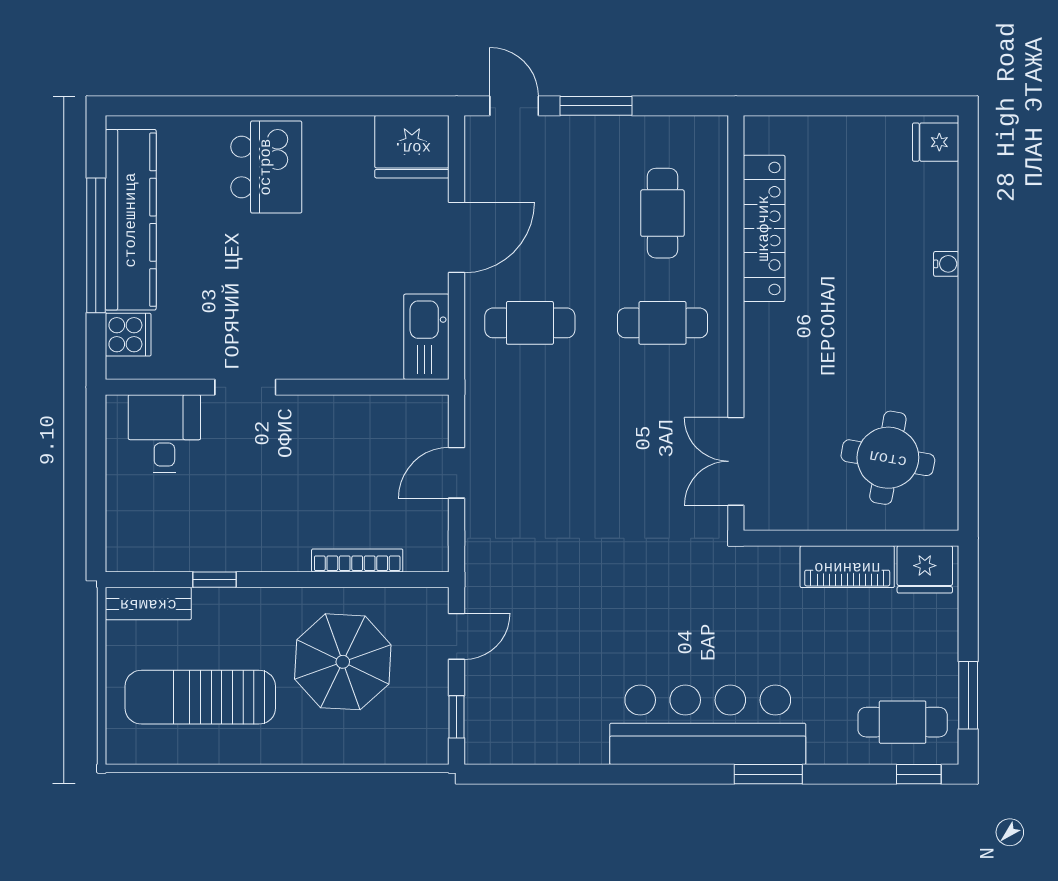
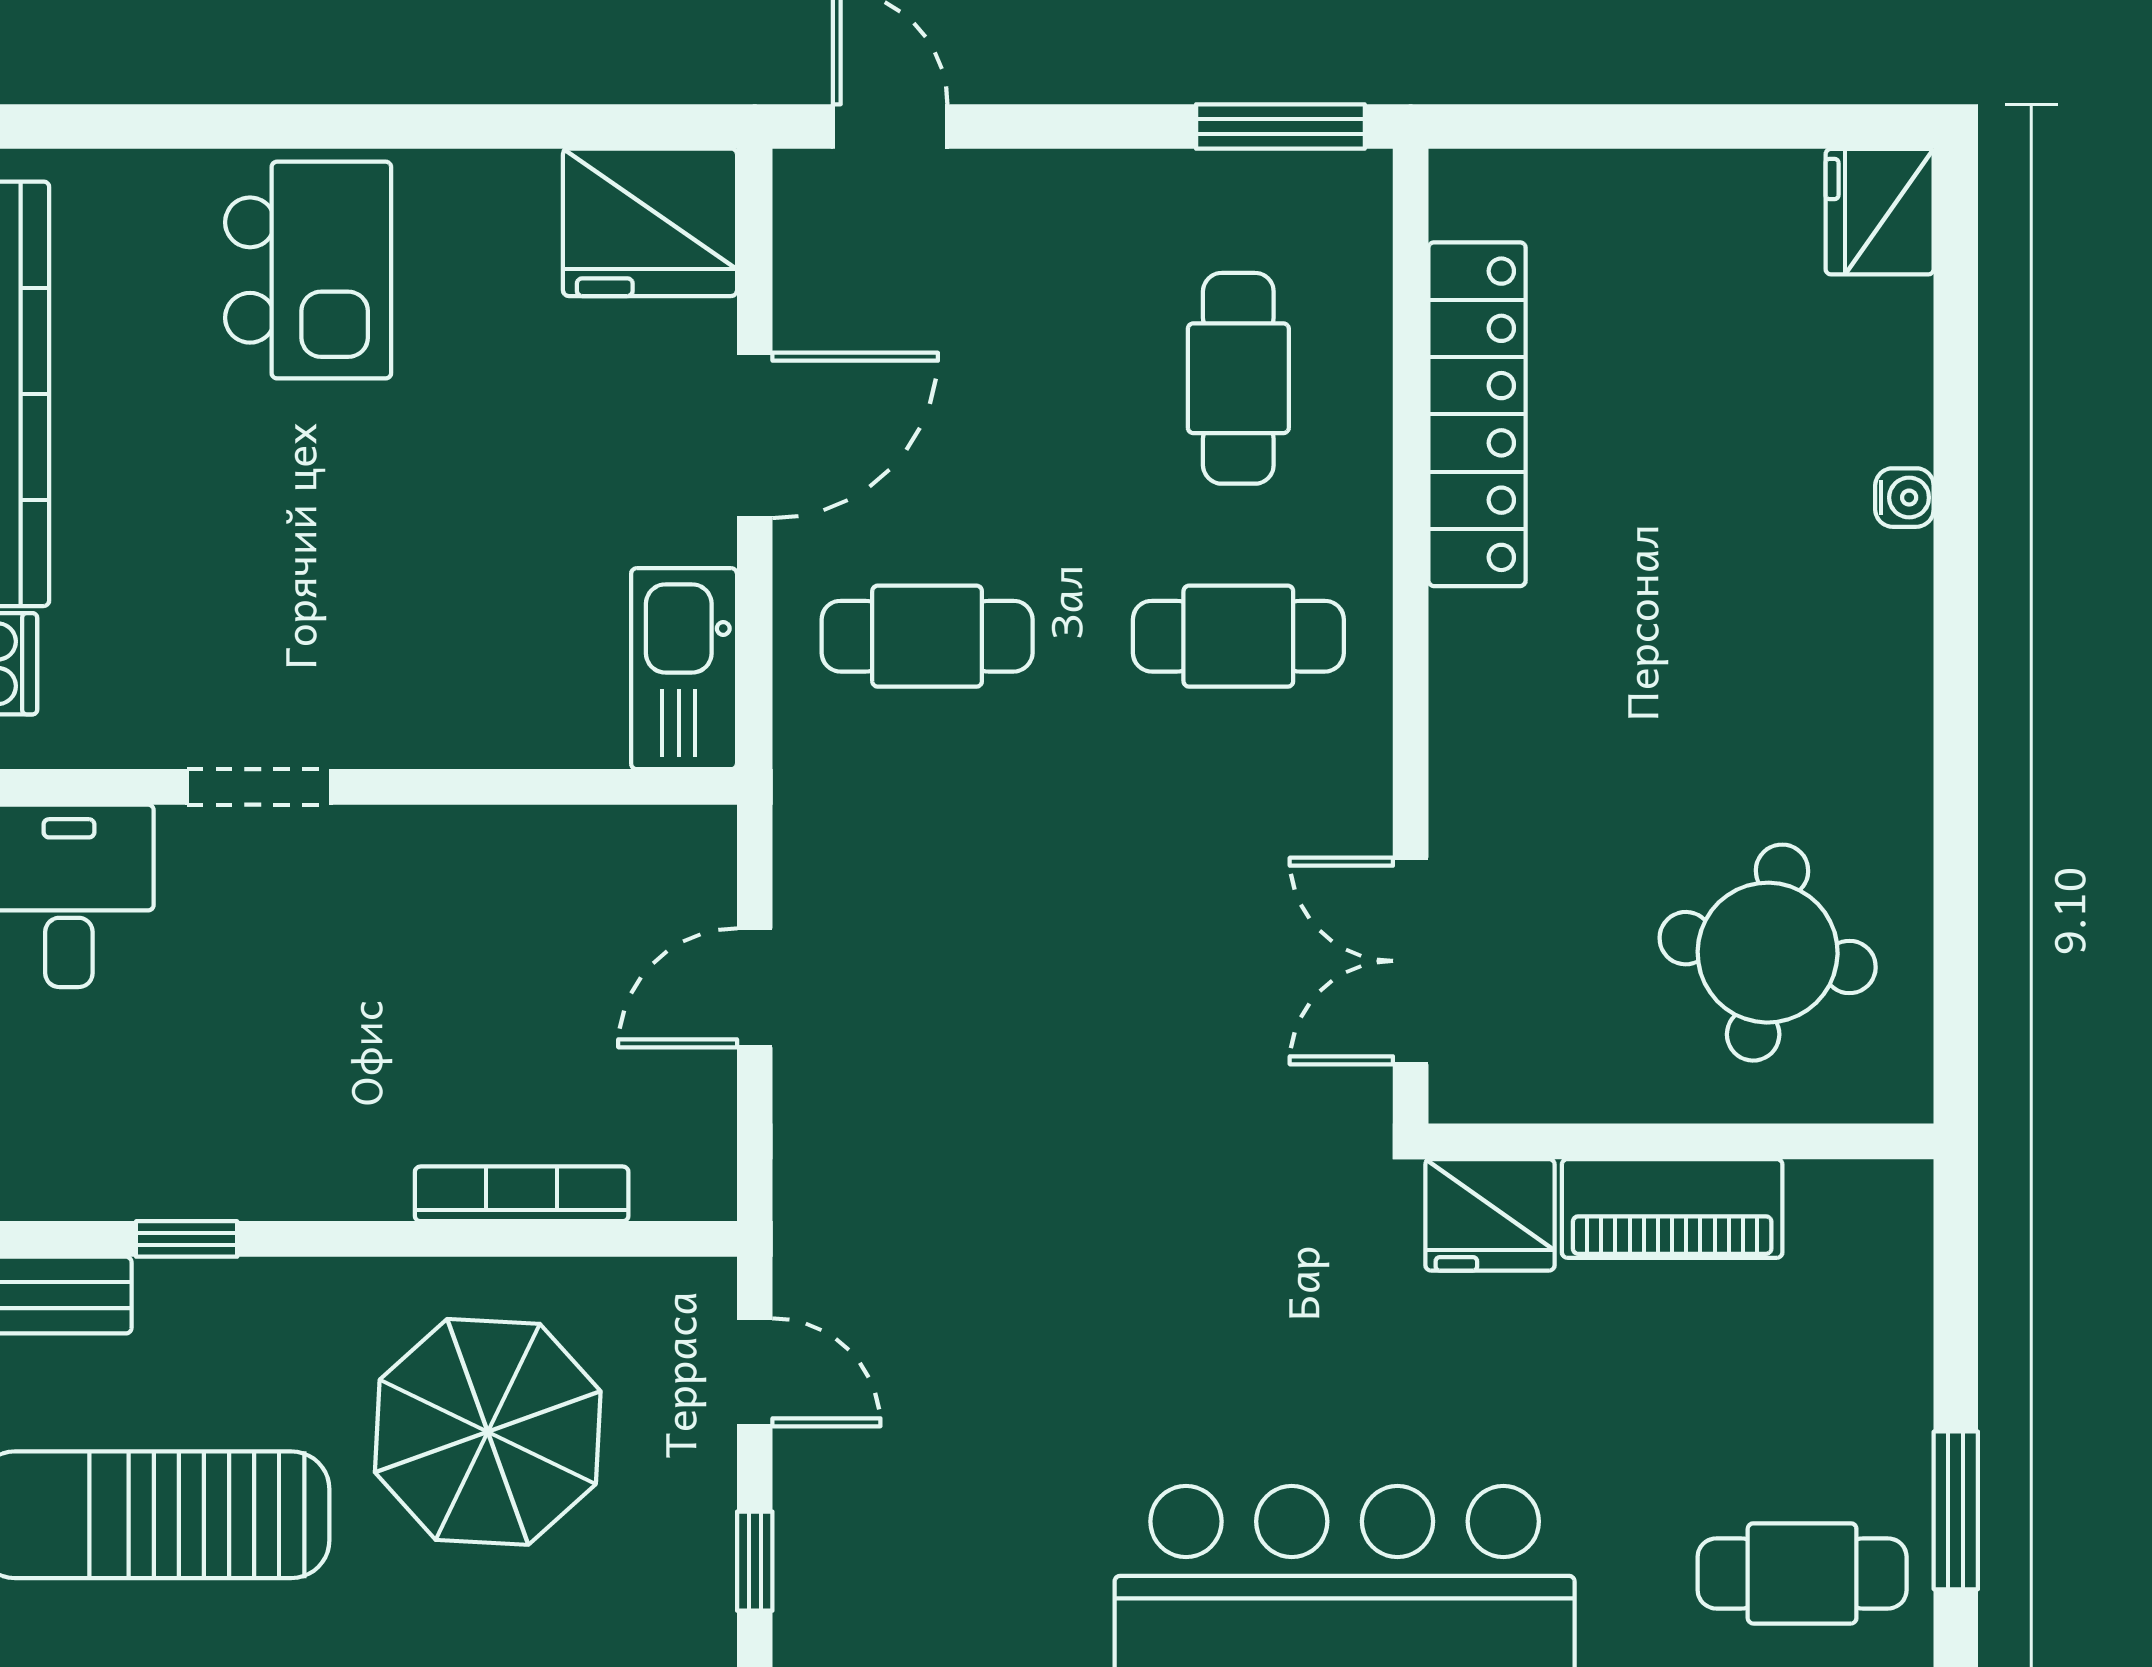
window: (596, 106) -> (1280, 126), moved
fridge: (936, 142) -> (1880, 212), width x1.38
fridge: (925, 569) -> (1490, 1215), moved
door: (457, 636) -> (755, 1372), hinge flipped

